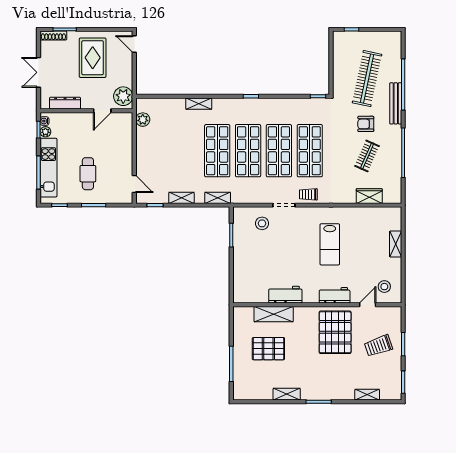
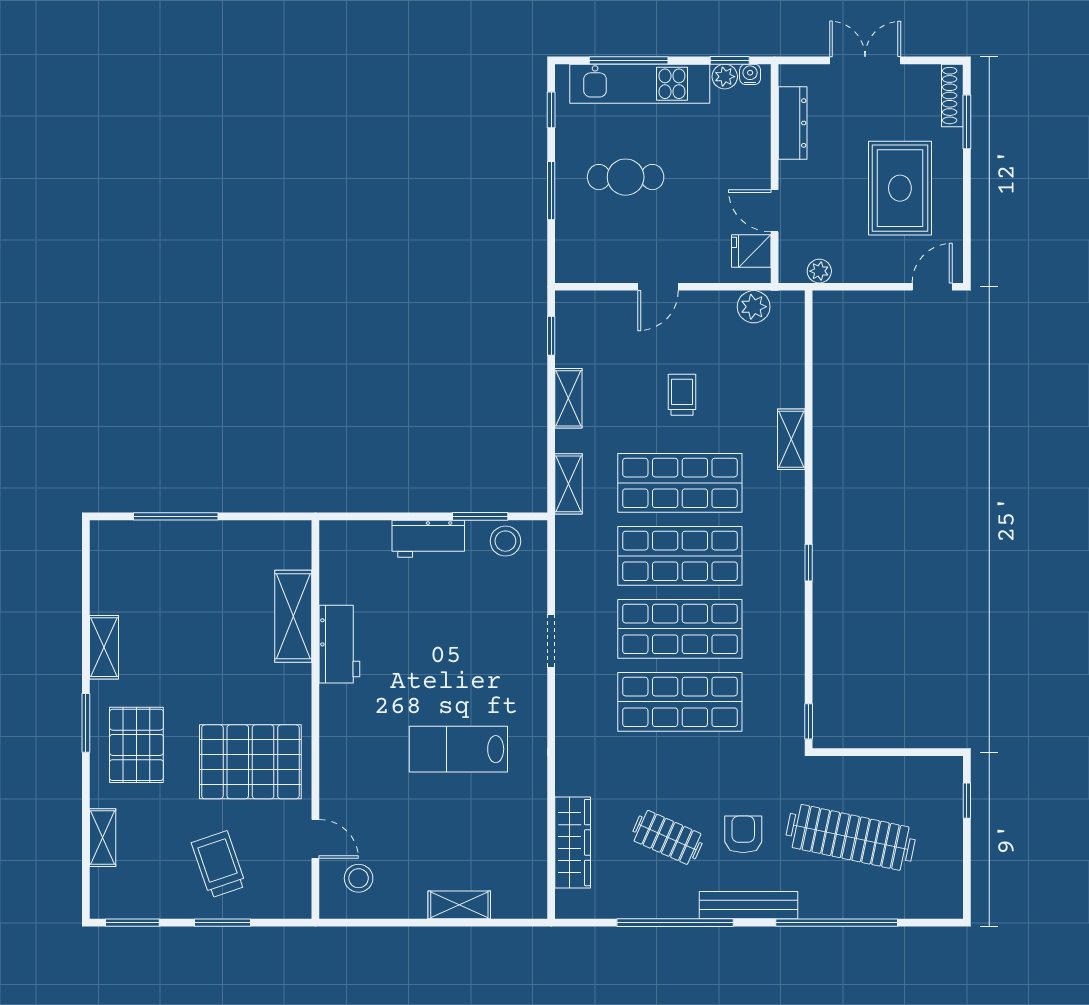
rug: (93, 58) -> (900, 188), turned 90
plant: (123, 96) -> (819, 271), width x0.53, depth x0.53
bench: (396, 103) -> (748, 905), moved
fridge: (119, 121) -> (751, 251), added
door: (134, 184) -> (658, 287), moved
trolley: (308, 194) -> (682, 395), moved
wardrobe: (369, 196) -> (573, 843), width x1.50
stool: (262, 223) -> (505, 541), moved
workbench: (335, 295) -> (428, 539), moved, turned 90
pallet: (268, 349) -> (136, 745), moved

